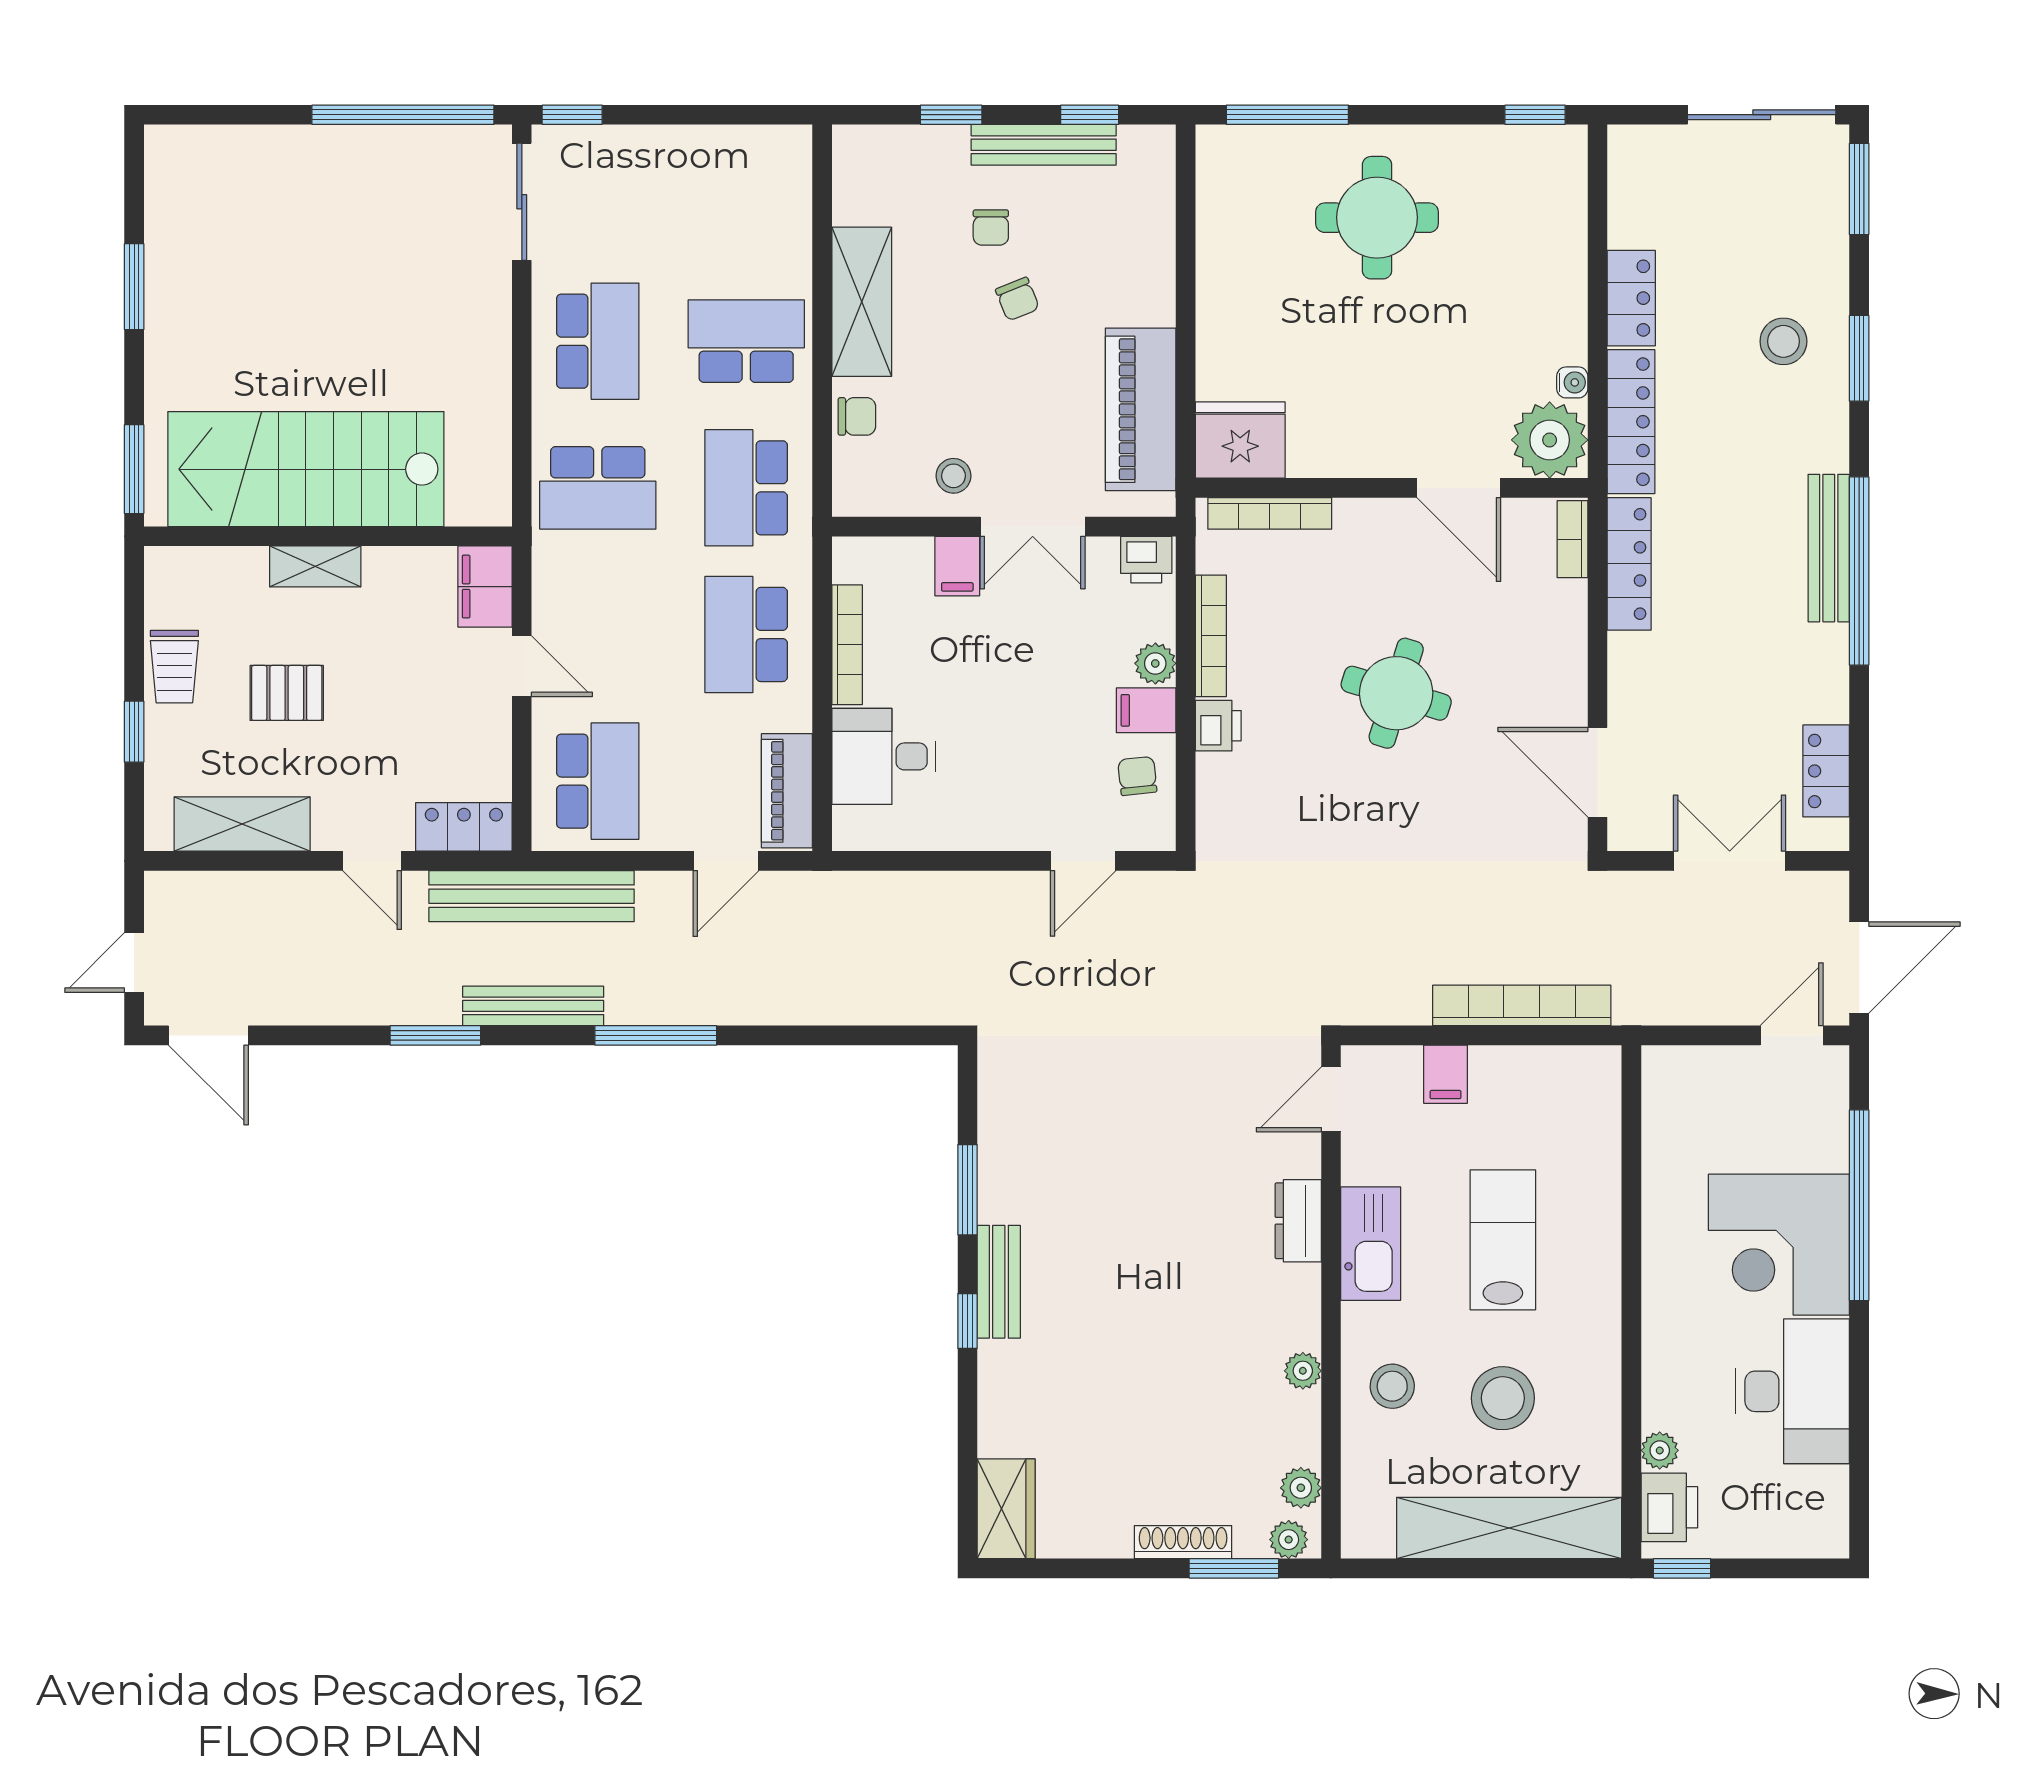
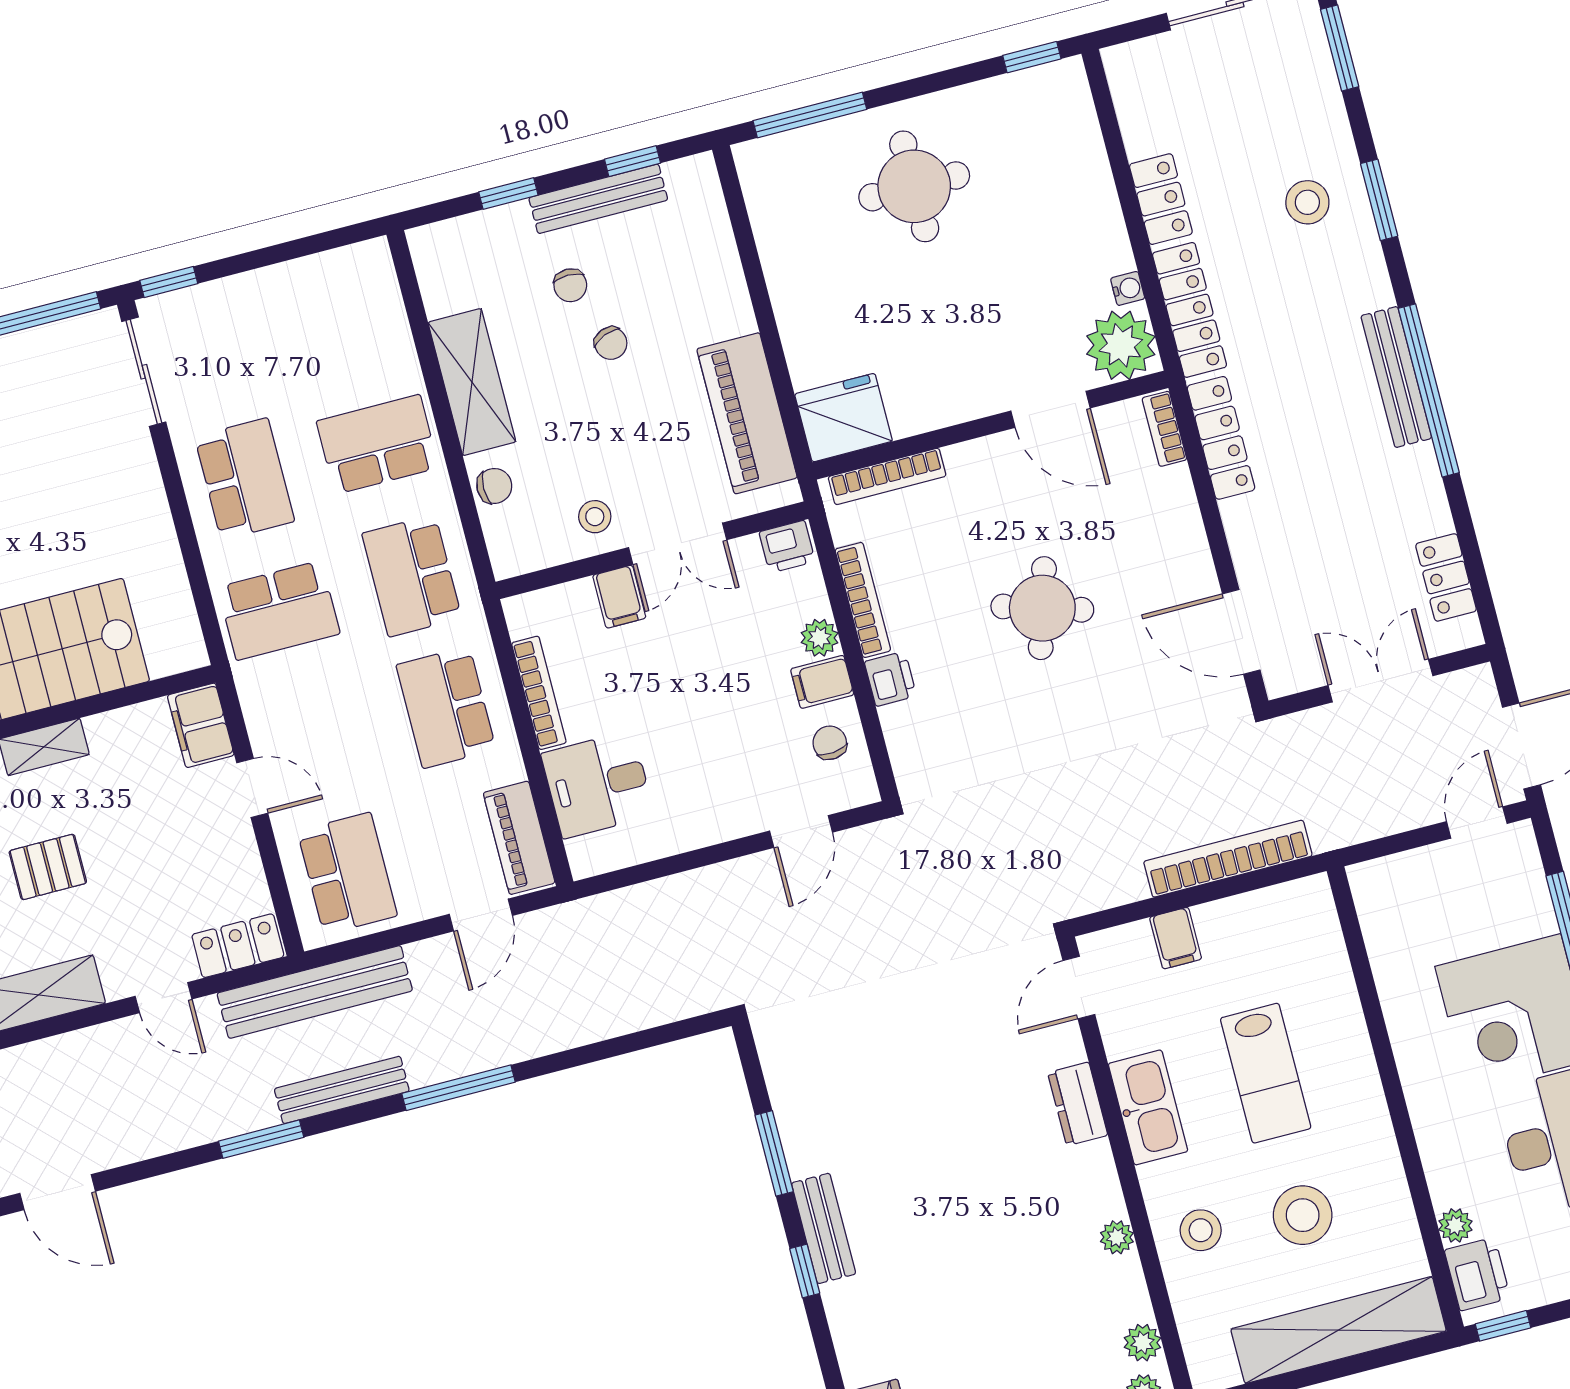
lab bench: (1503, 1240) -> (1266, 1073), turned 180

